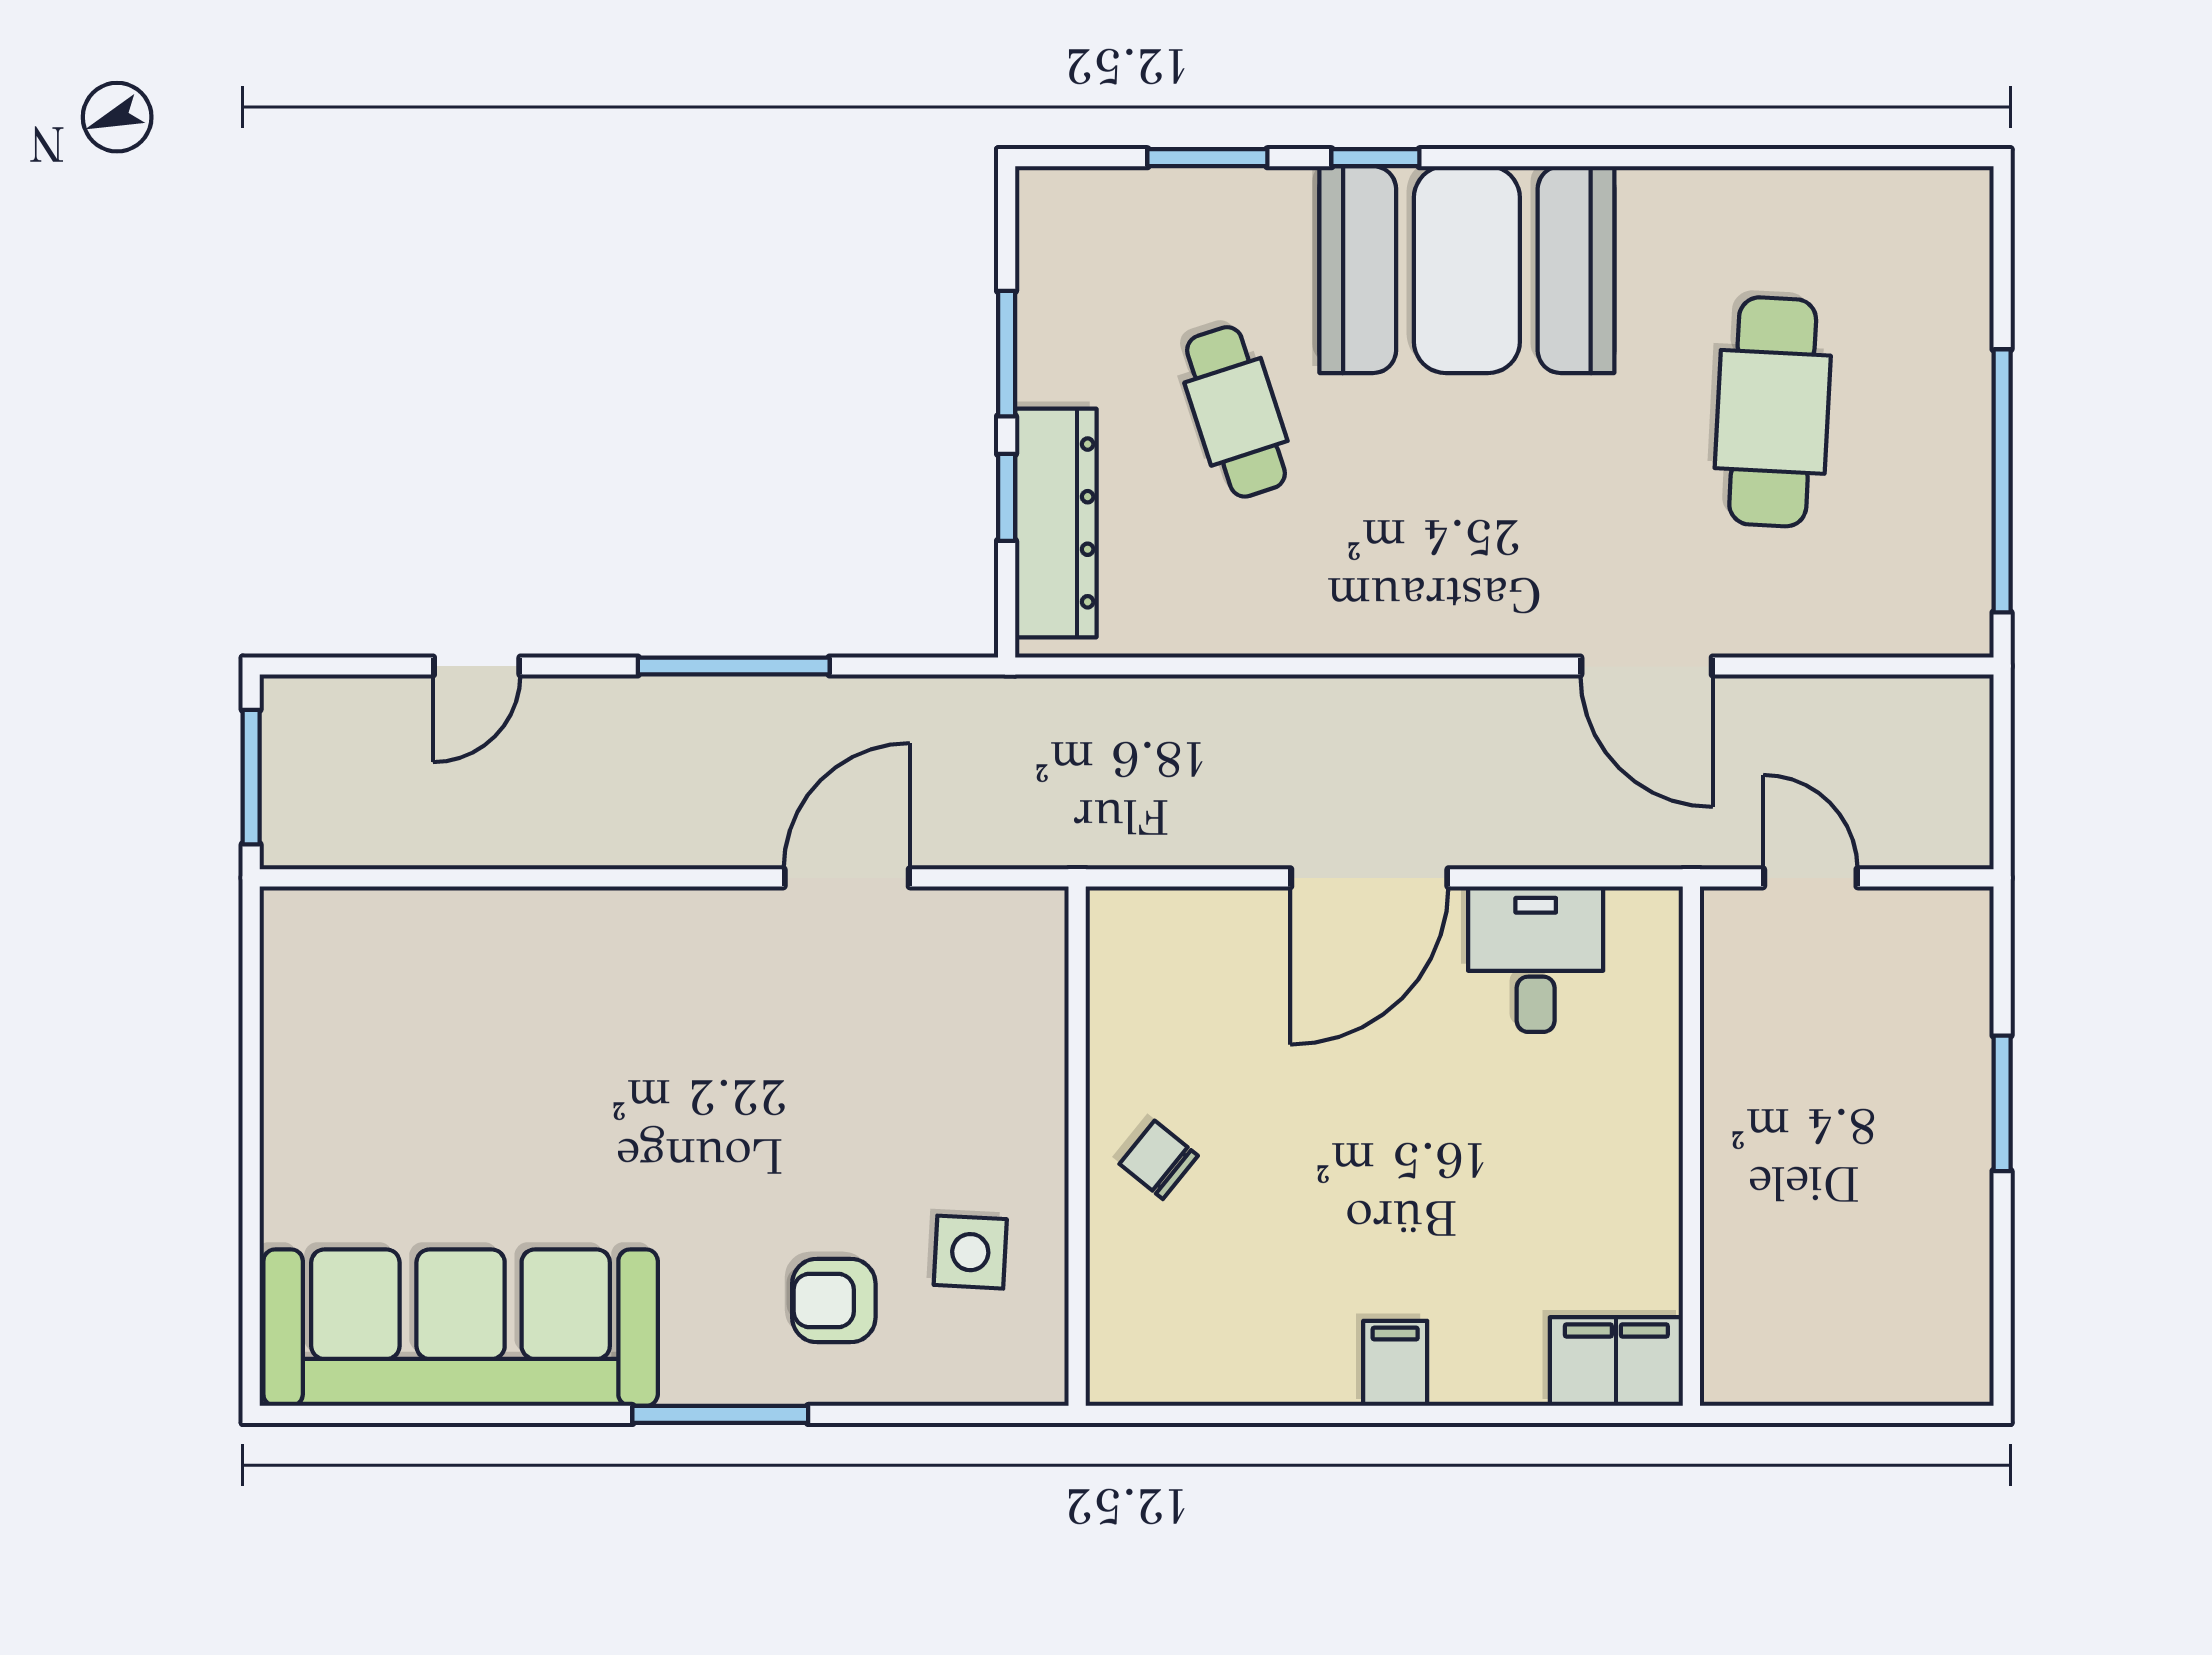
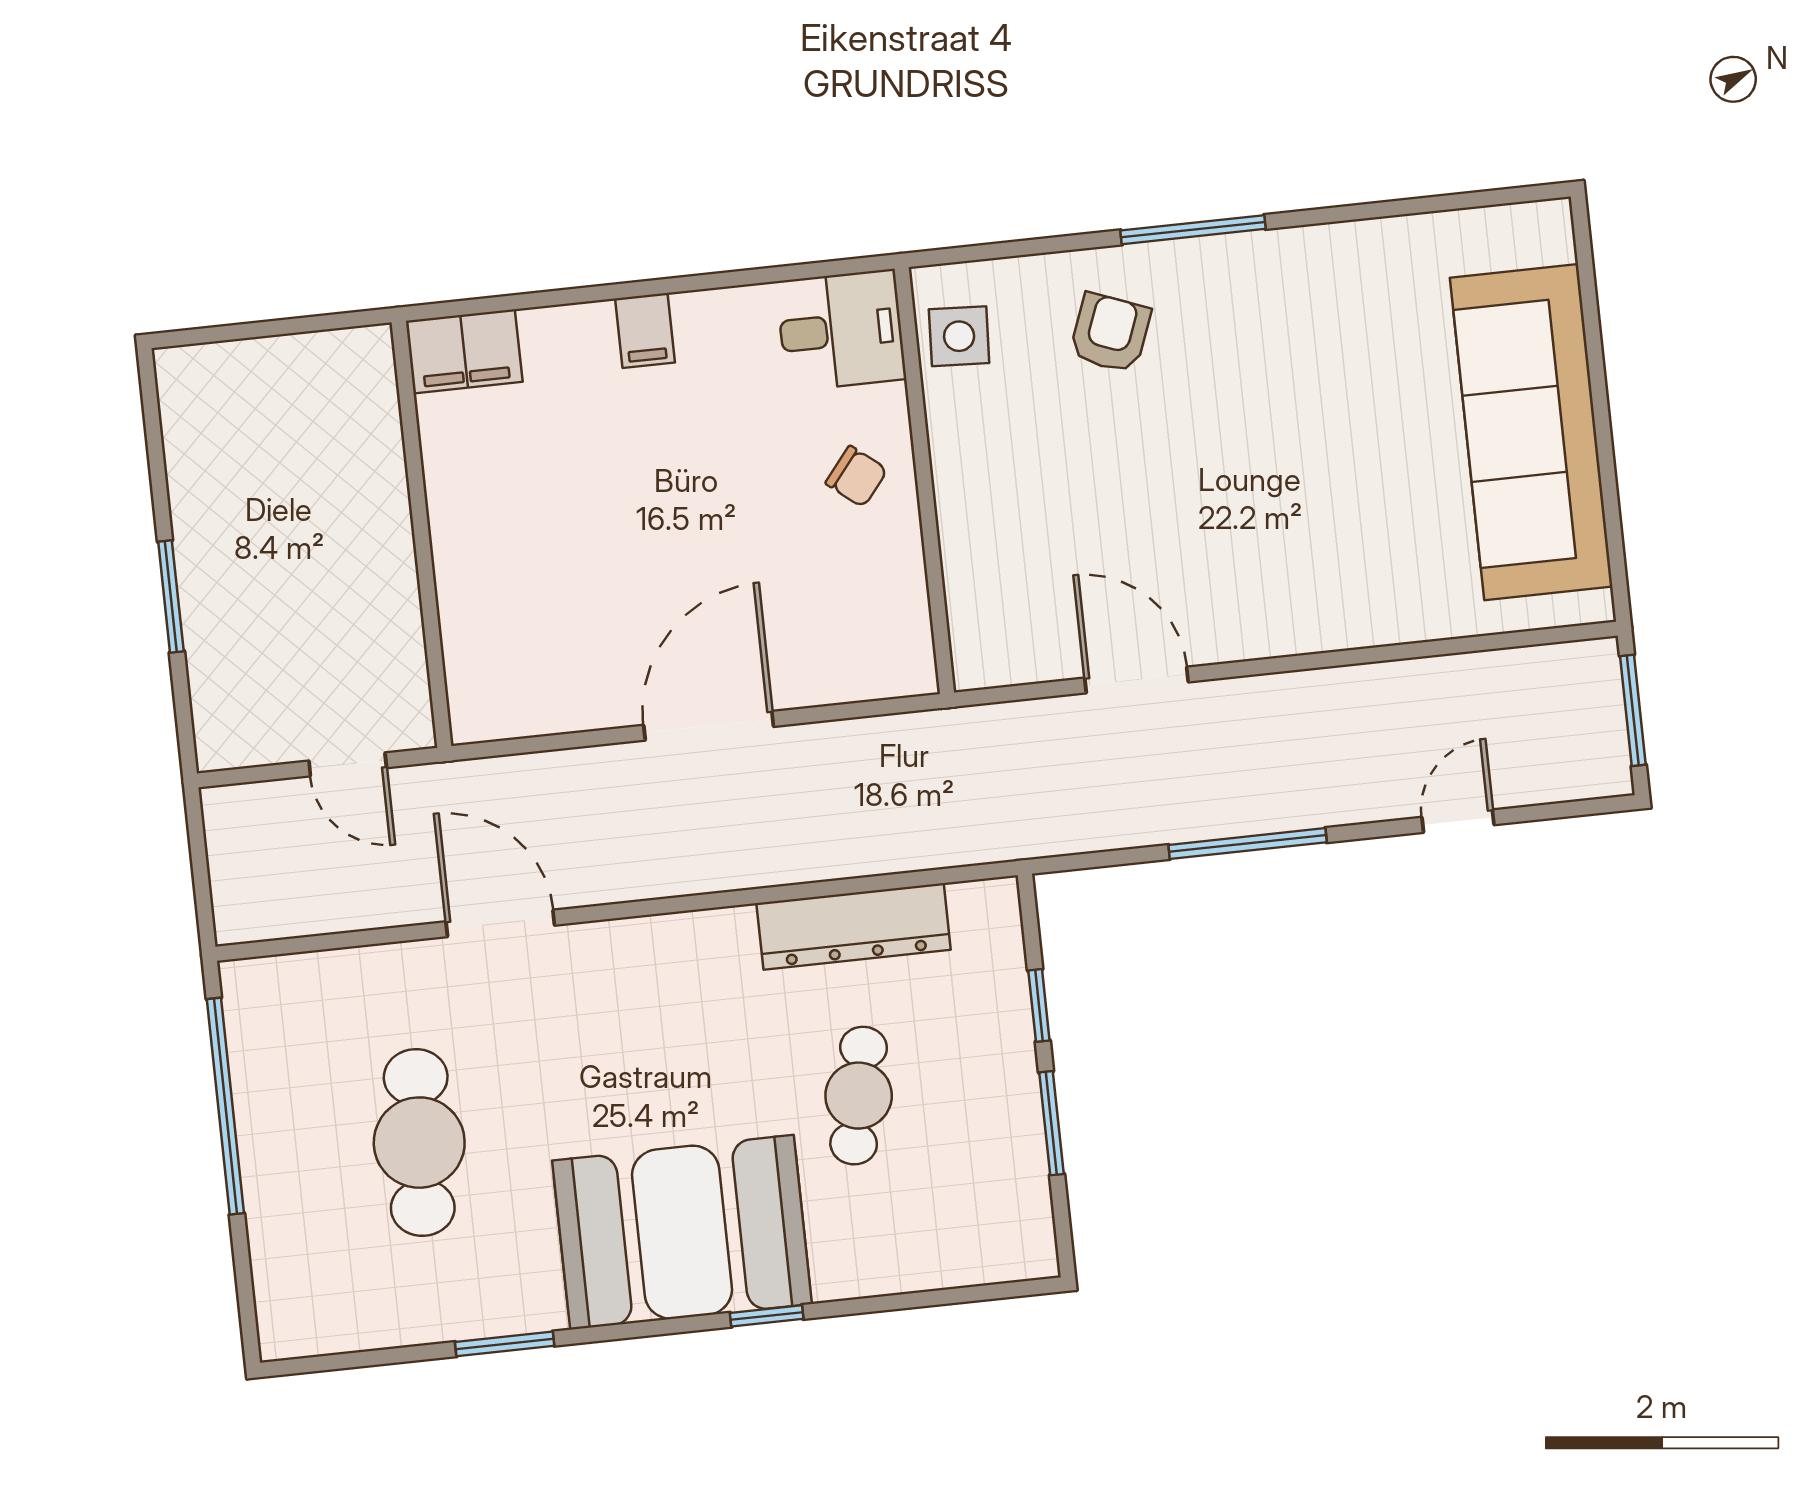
window: (1207, 158) -> (505, 1344), moved
cafe table: (1236, 412) -> (859, 1096), turned 30
dresser: (1056, 523) -> (854, 926), moved, turned -90
door: (847, 878) -> (1136, 680), swing flipped
desk: (1536, 959) -> (841, 330), moved, turned -90
side table: (970, 1252) -> (959, 336), moved
armchair: (834, 1301) -> (1110, 333), turned -69
sofa: (461, 1328) -> (1531, 432), moved, turned 90

